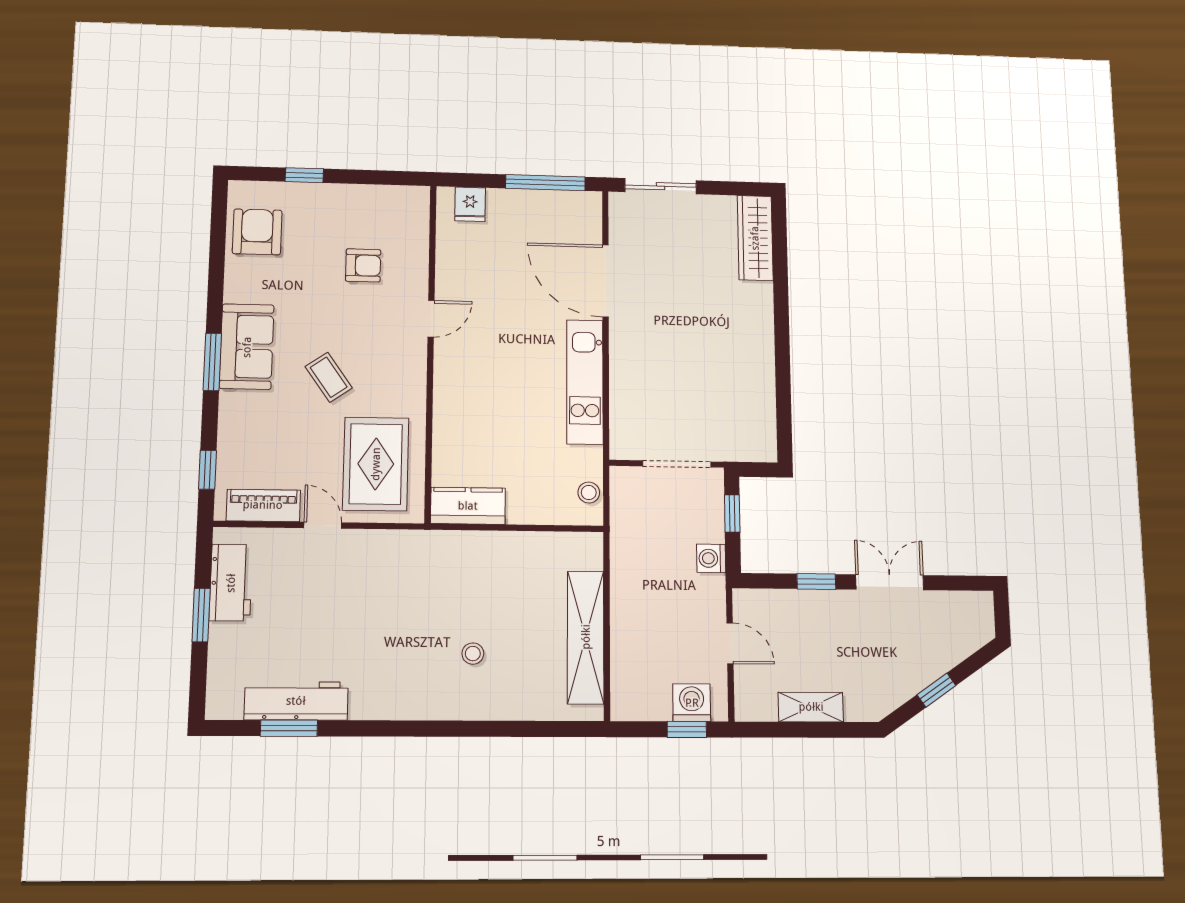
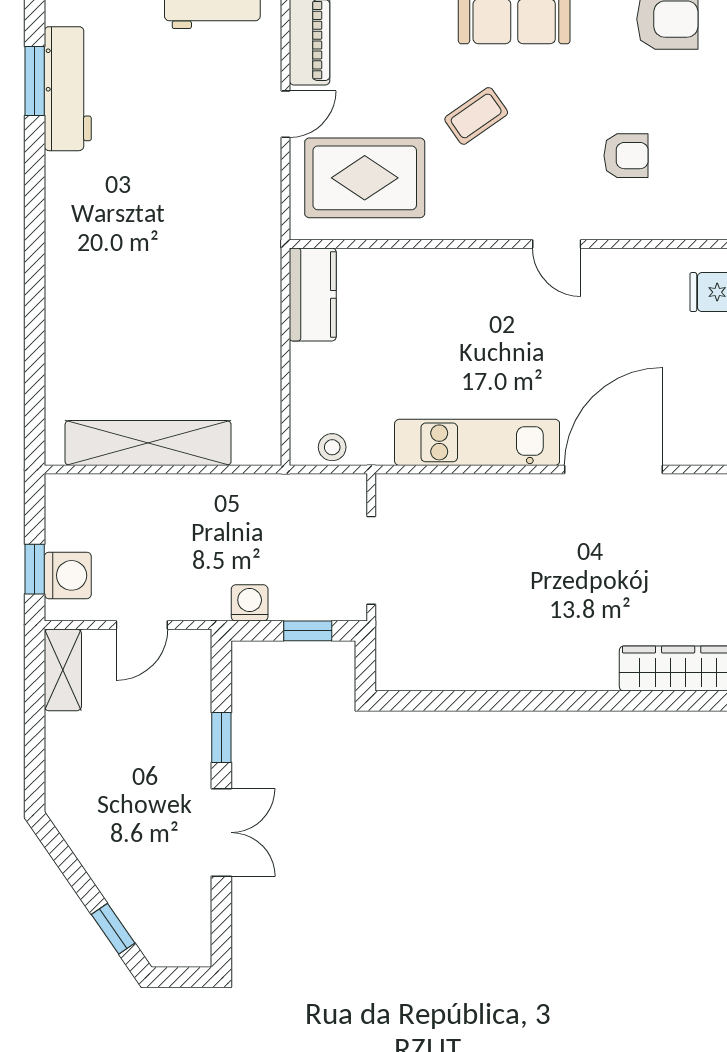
armchair: (363, 265) -> (626, 156), turned -90
stool: (473, 654) -> (127, 303), removed
window: (936, 690) -> (113, 929), moved
shelving: (811, 707) -> (63, 670), moved

